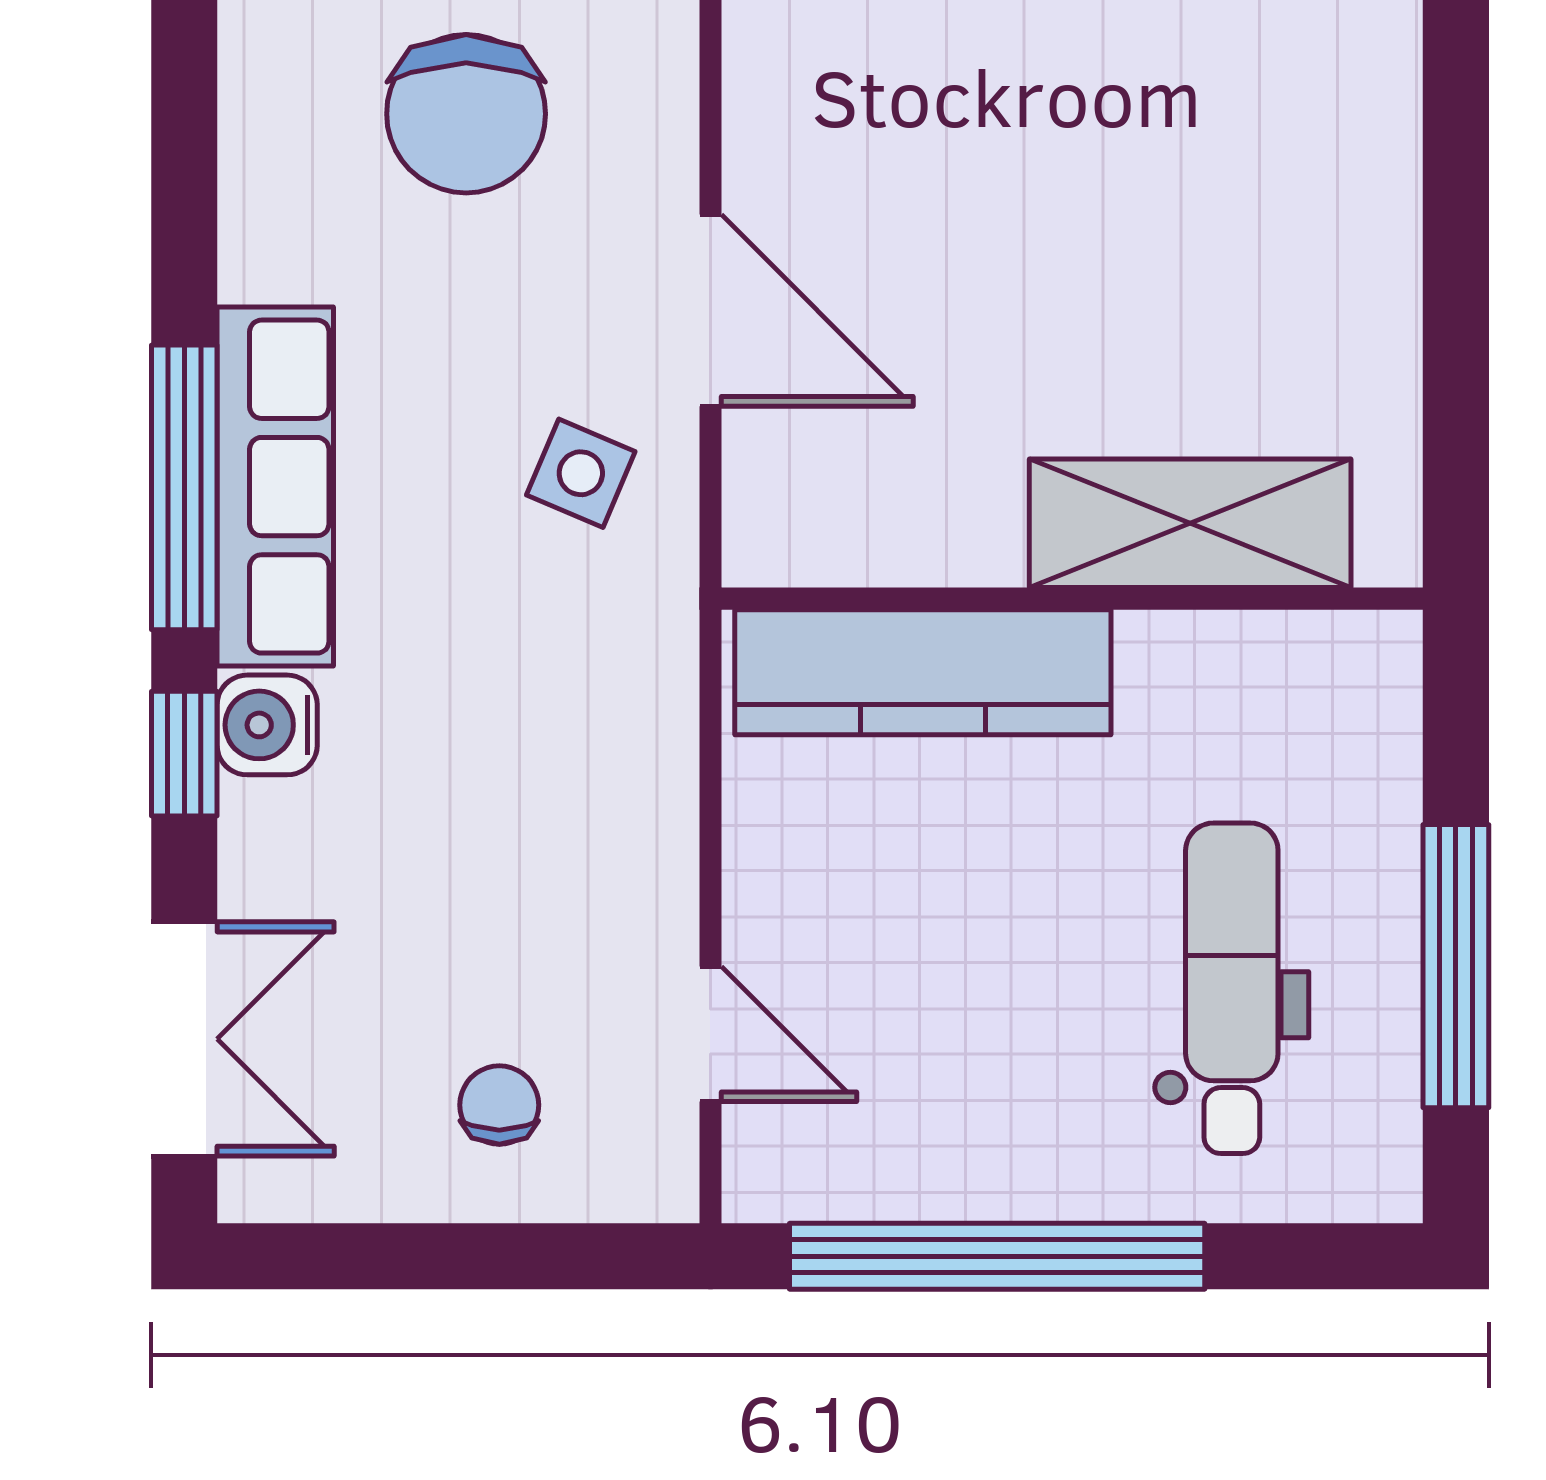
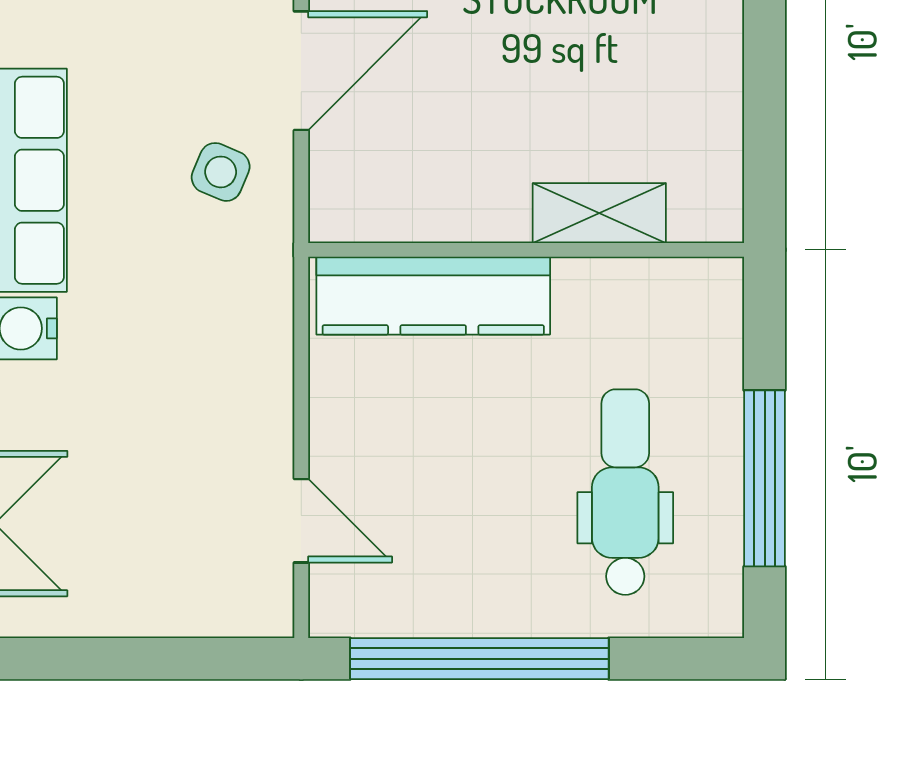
door: (710, 310) -> (301, 71), hinge flipped
shelving: (1190, 523) -> (599, 213), width x0.67, depth x0.75
chair: (499, 1105) -> (170, 565), removed

